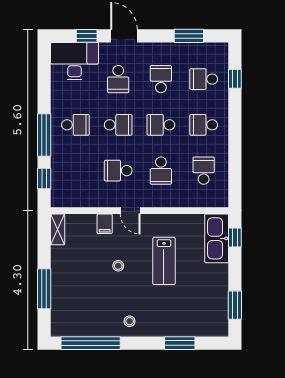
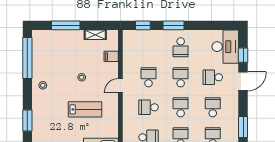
school desk: (161, 79) -> (213, 107), turned -90
school desk: (118, 125) -> (181, 77), turned 180
window: (44, 135) -> (173, 25), width x0.69
filing cabinet: (105, 224) -> (111, 56), moved
shelving: (58, 229) -> (95, 35), moved
lab bench: (164, 261) -> (85, 109), turned 180

